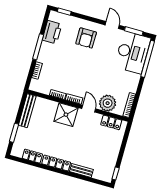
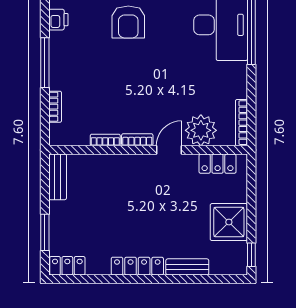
printer: (52, 32) -> (58, 20), width x0.53, depth x0.68
door: (89, 109) -> (169, 150), hinge flipped
bench: (27, 111) -> (58, 177), width x0.73
shower: (66, 115) -> (229, 222), moved
locker: (32, 156) -> (67, 266), moved

